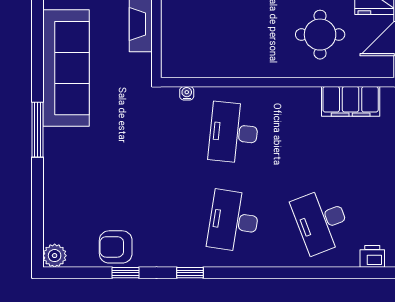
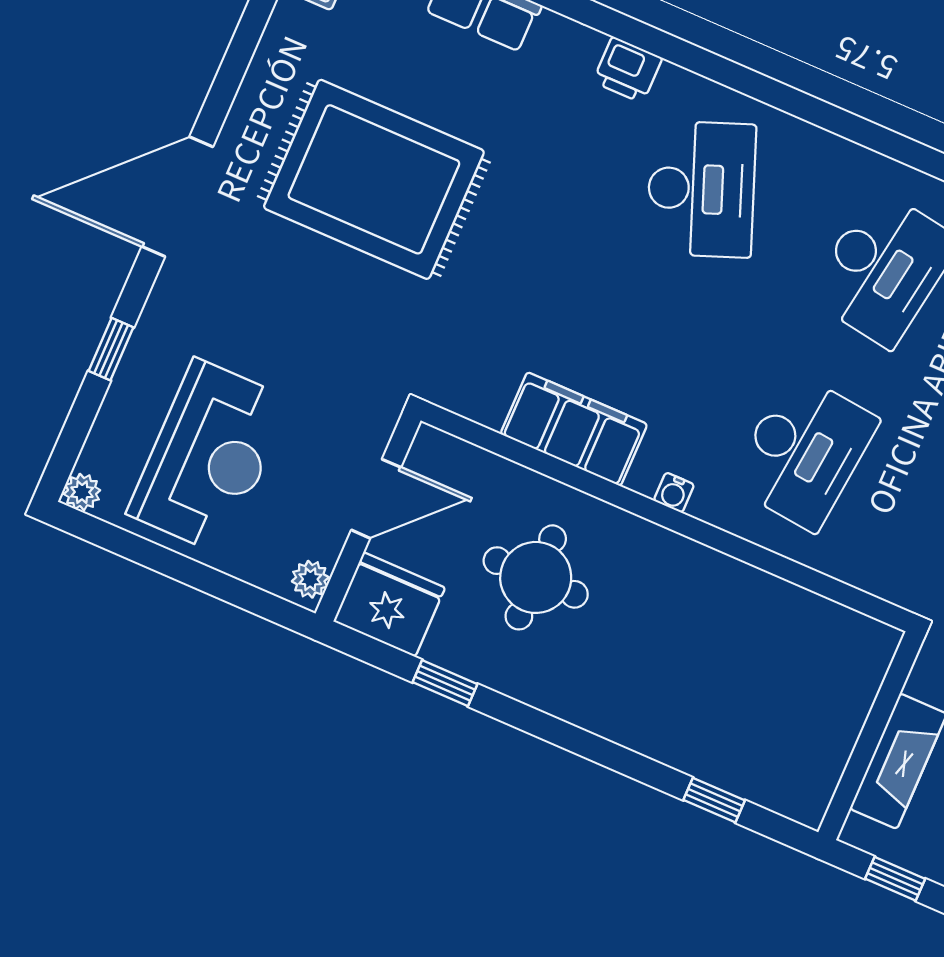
water cooler: (187, 93) -> (674, 493), moved
filing cabinet: (351, 101) -> (574, 429), moved

